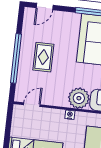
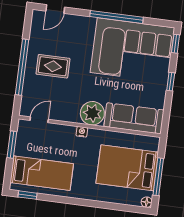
rug: (43, 57) -> (53, 66), turned 90
window: (8, 127) -> (12, 145), added

